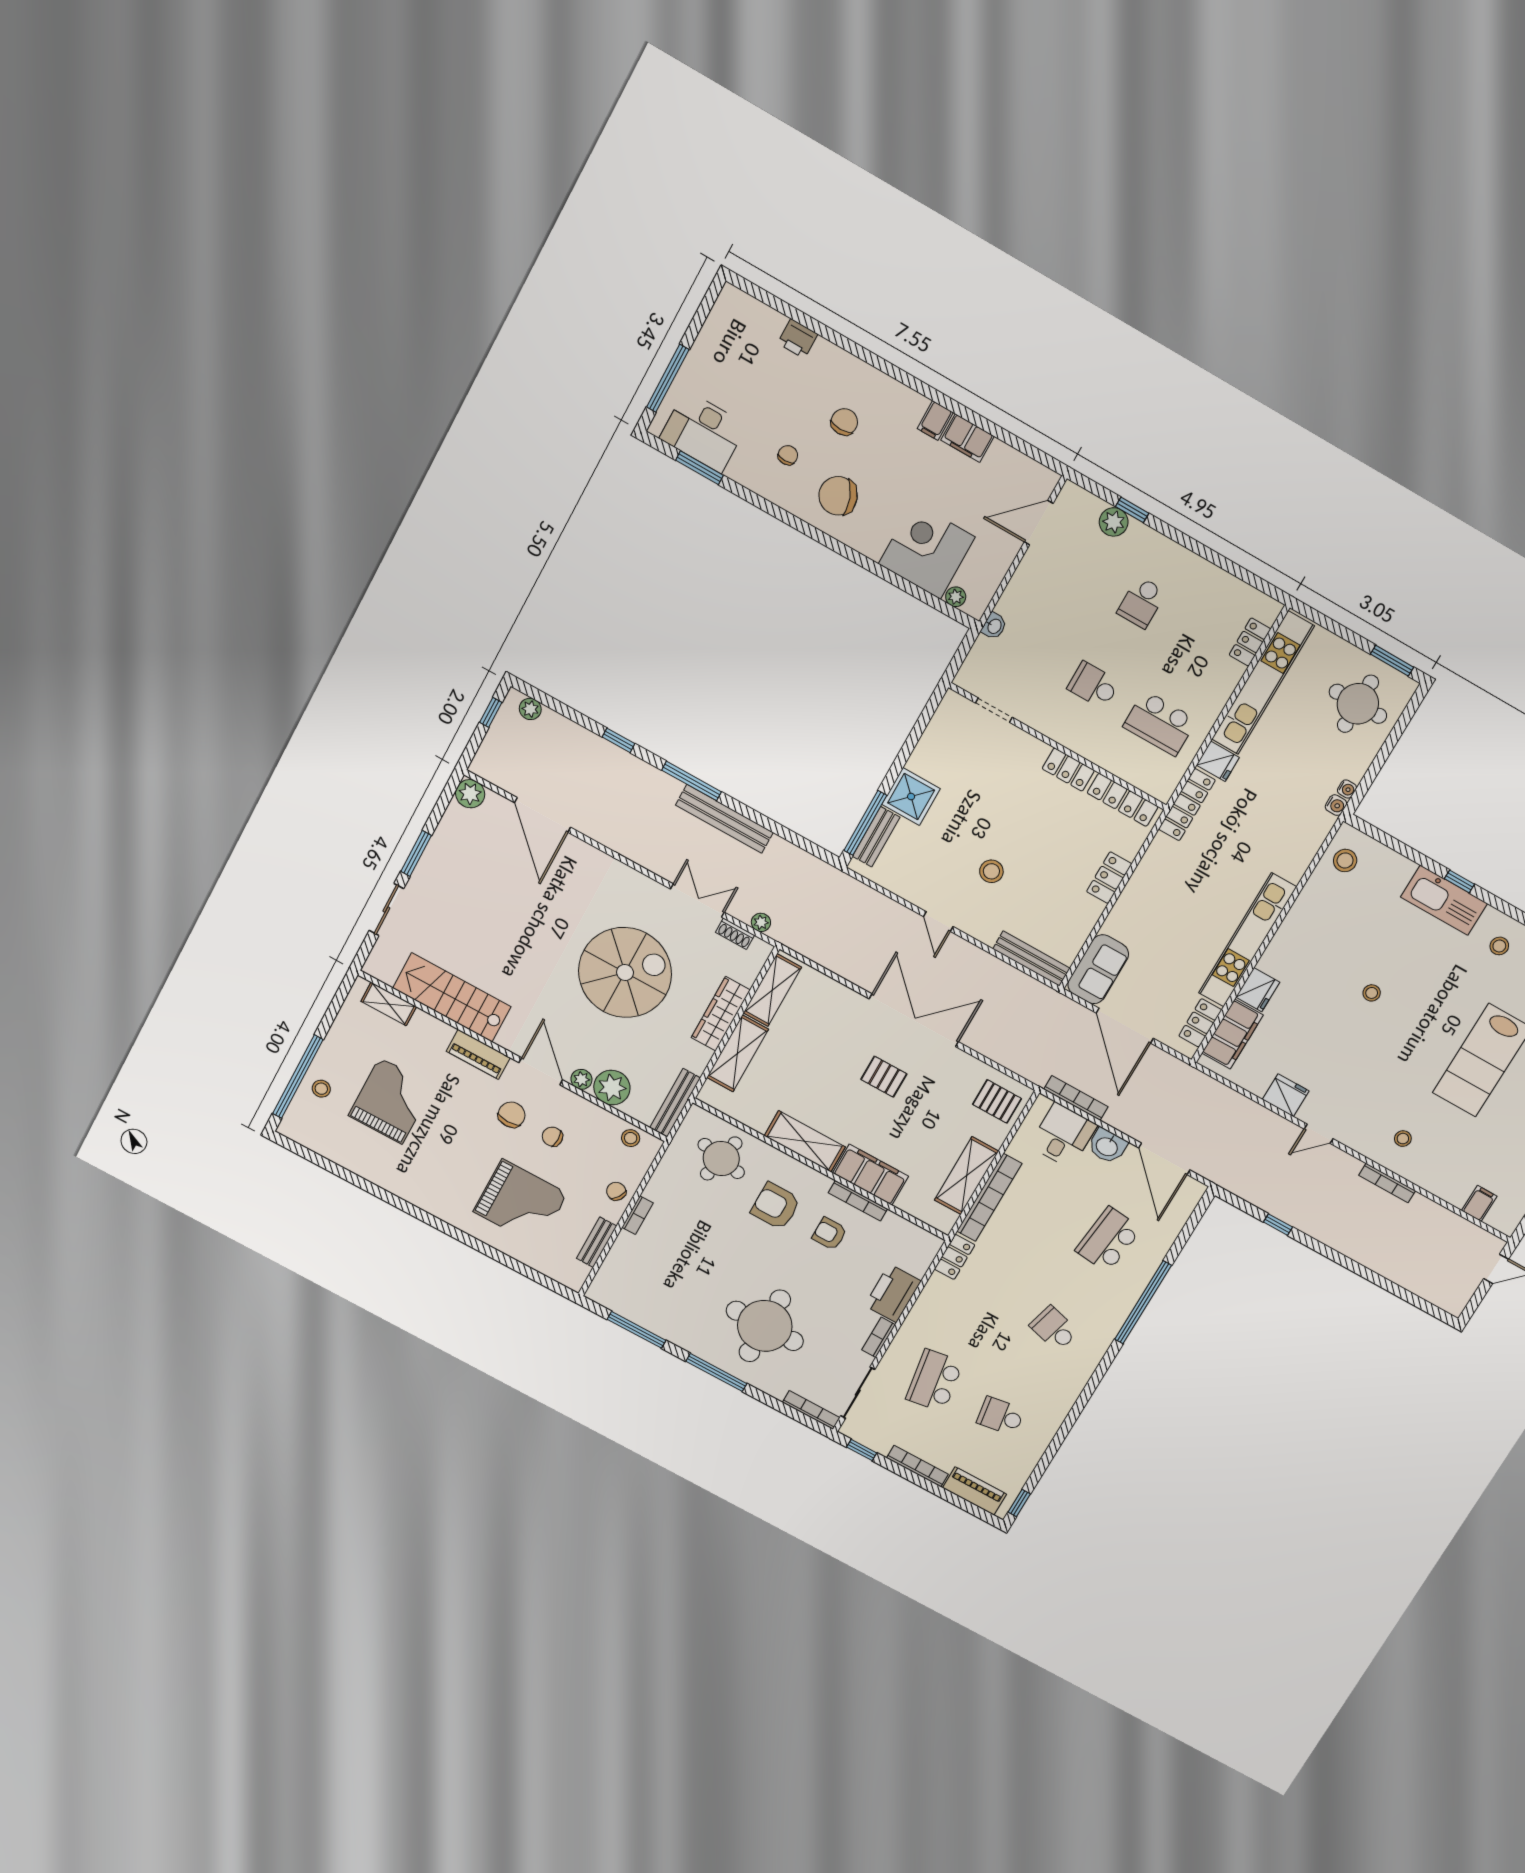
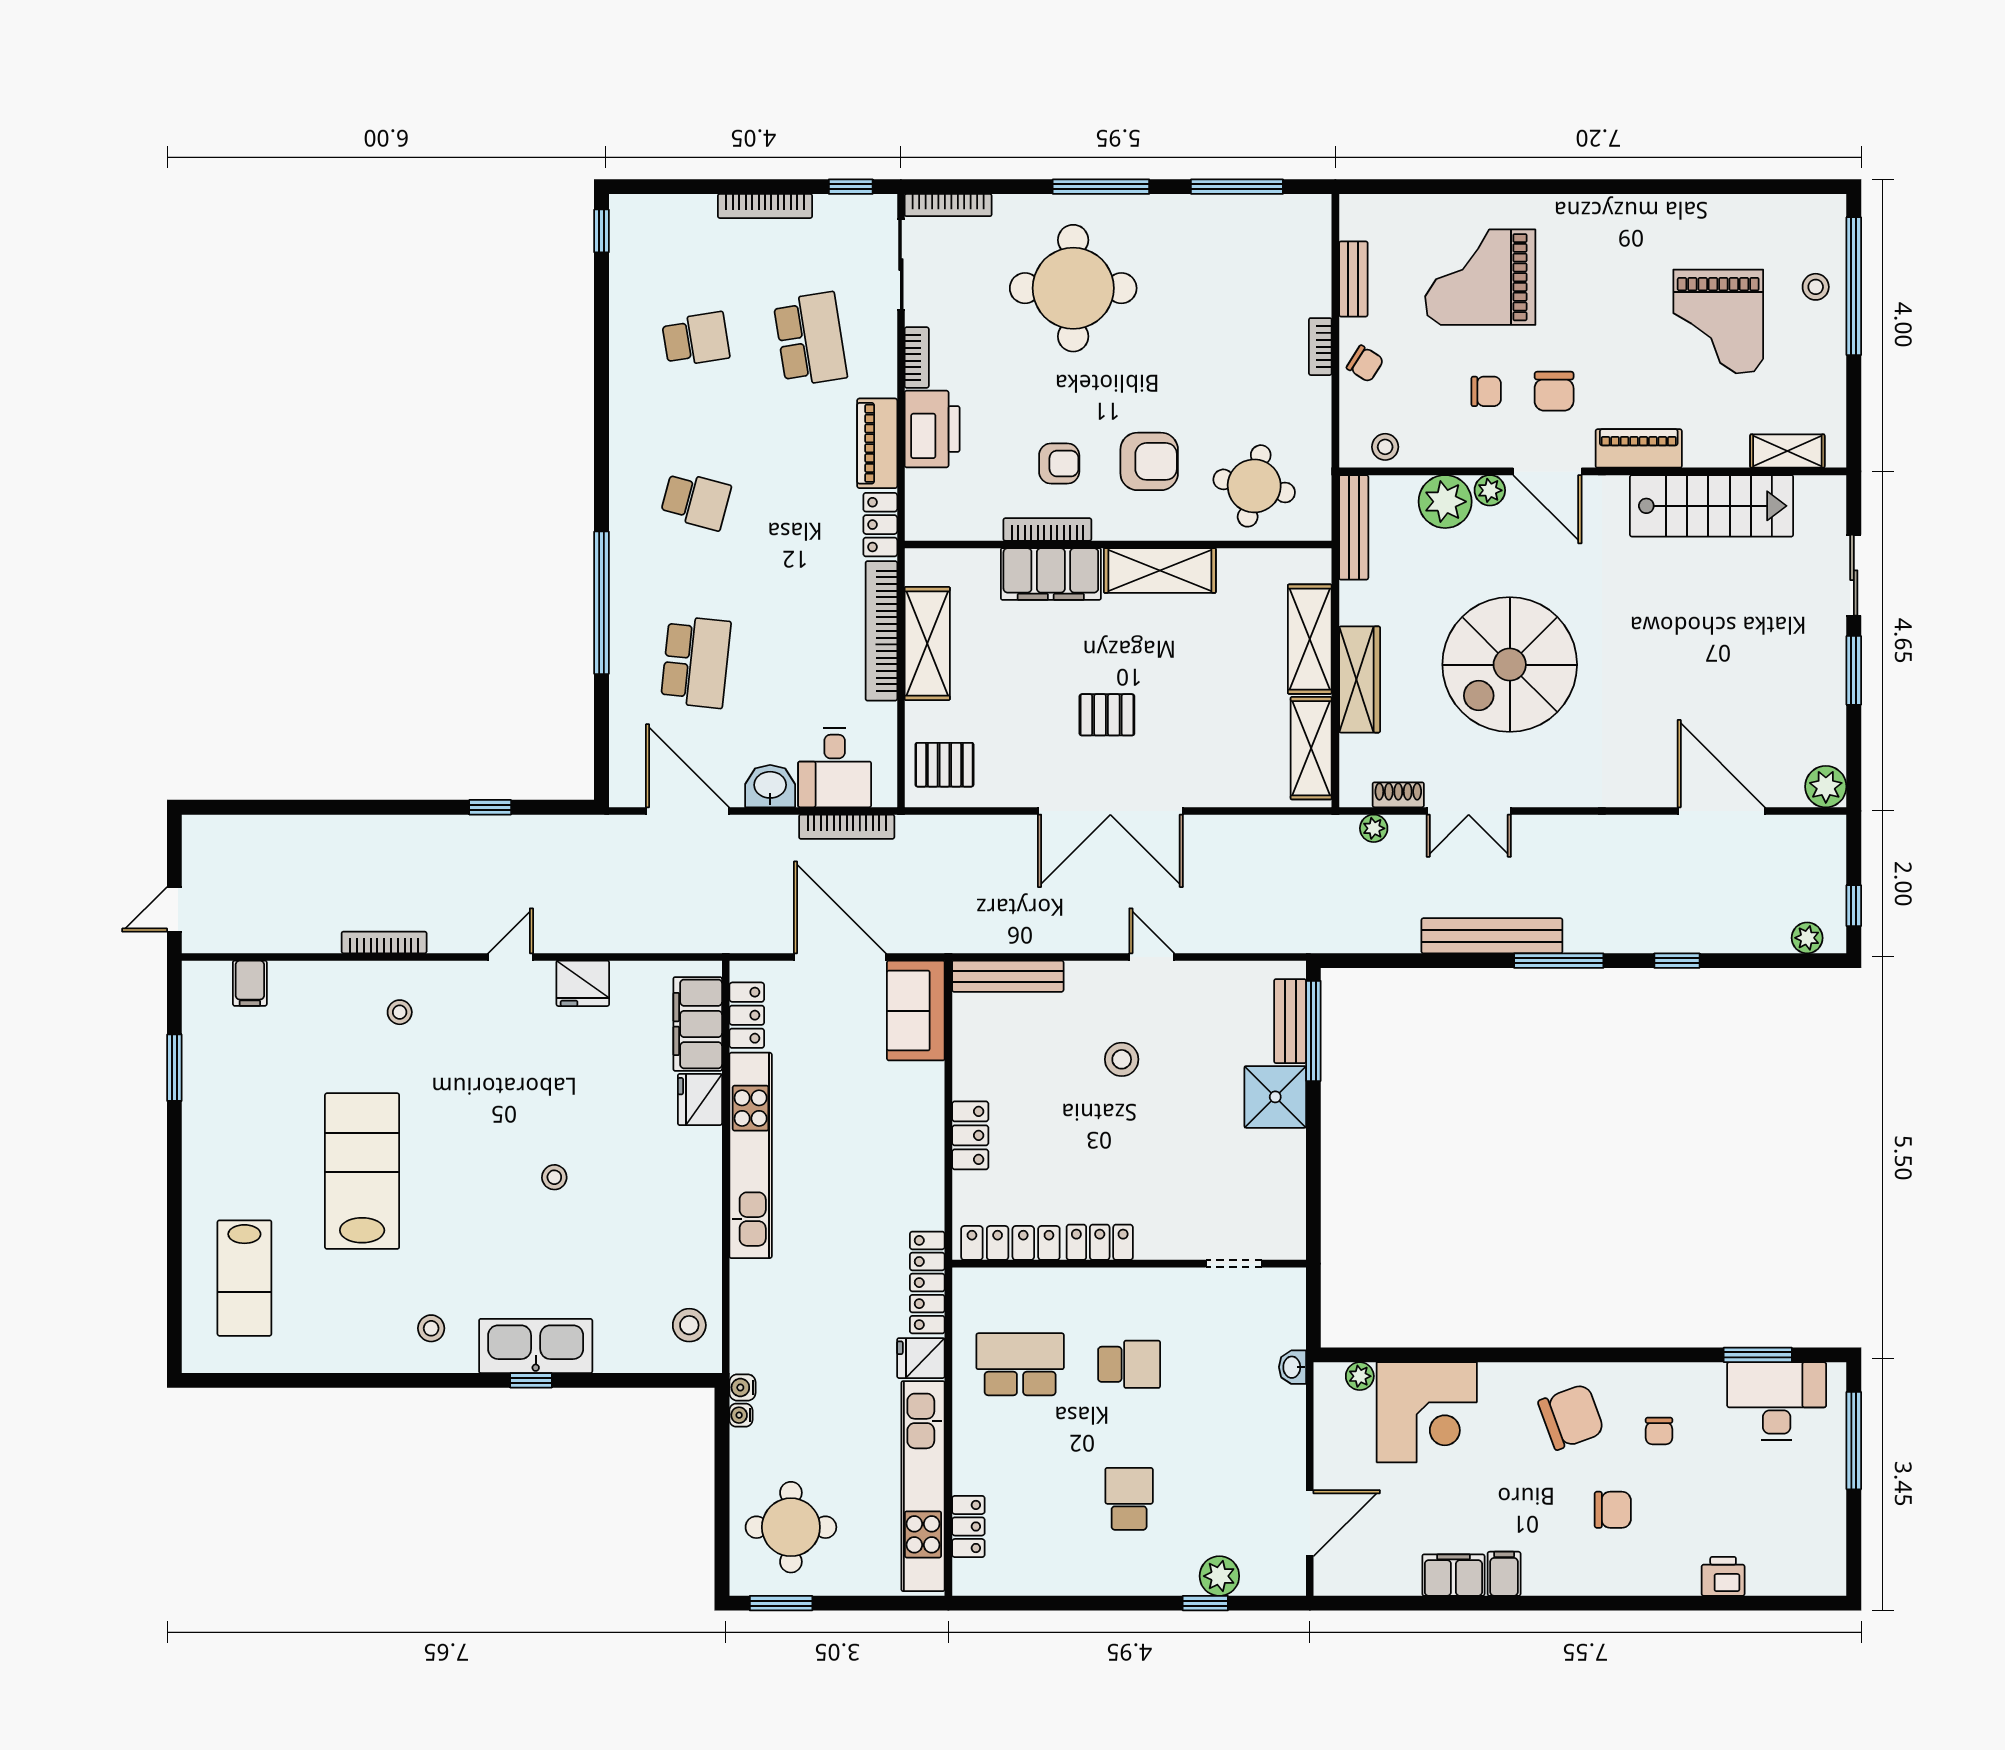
chair: (844, 422) -> (1613, 1510), turned -90
piano: (974, 1491) -> (877, 443), moved, turned 90

